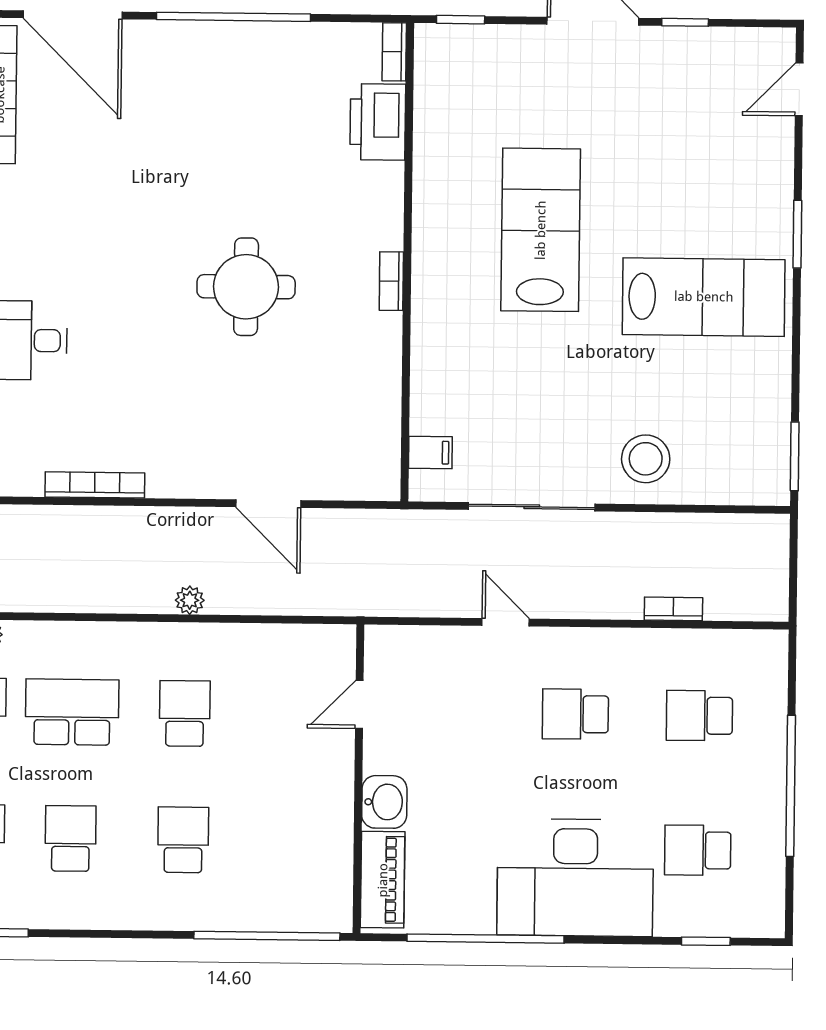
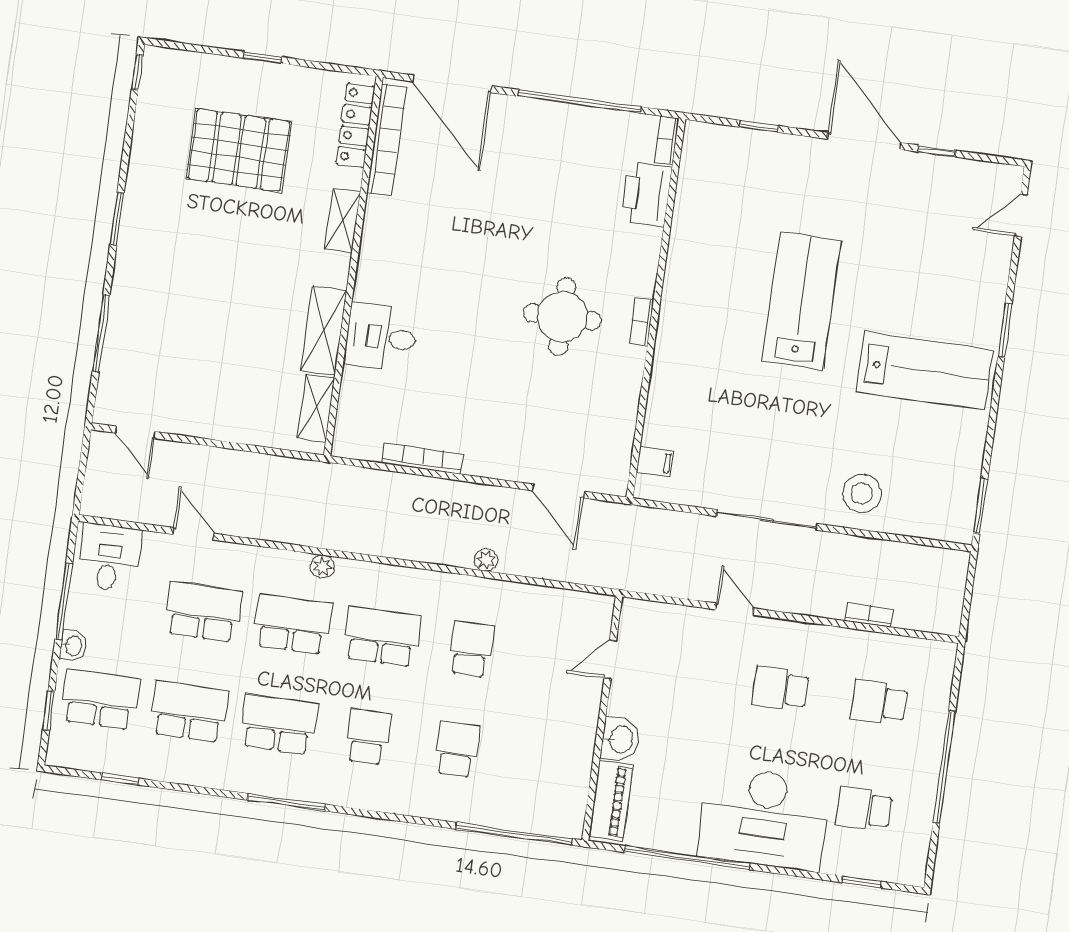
bookcase: (394, 52) -> (667, 140), moved
printer: (378, 122) -> (647, 194), moved
wall: (407, 262) -> (656, 308), moved
bookcase: (391, 281) -> (641, 322), moved
filing cabinet: (430, 453) -> (655, 462), moved

